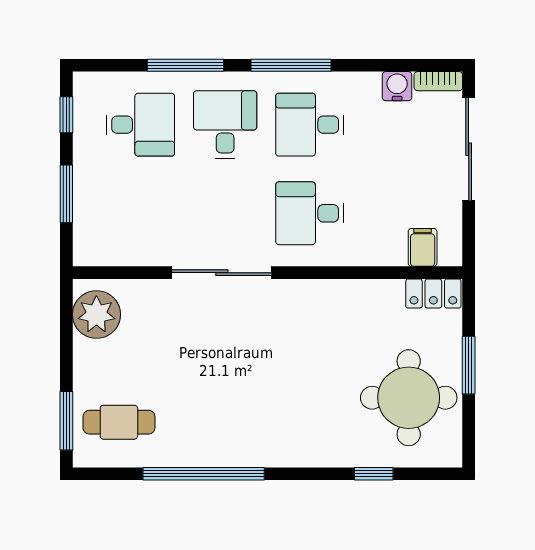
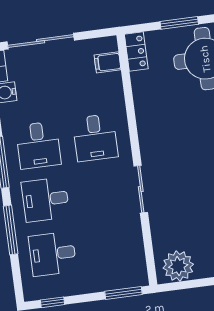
desk: (140, 125) -> (53, 254), turned -90
window: (66, 194) -> (124, 293), moved
sliding door: (222, 273) -> (141, 189), width x0.73

